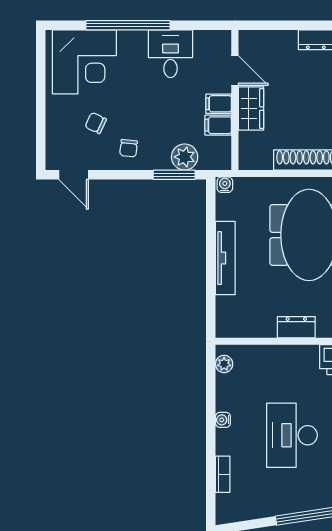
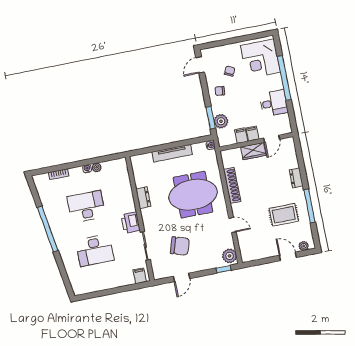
plant: (224, 364) -> (97, 167), moved

